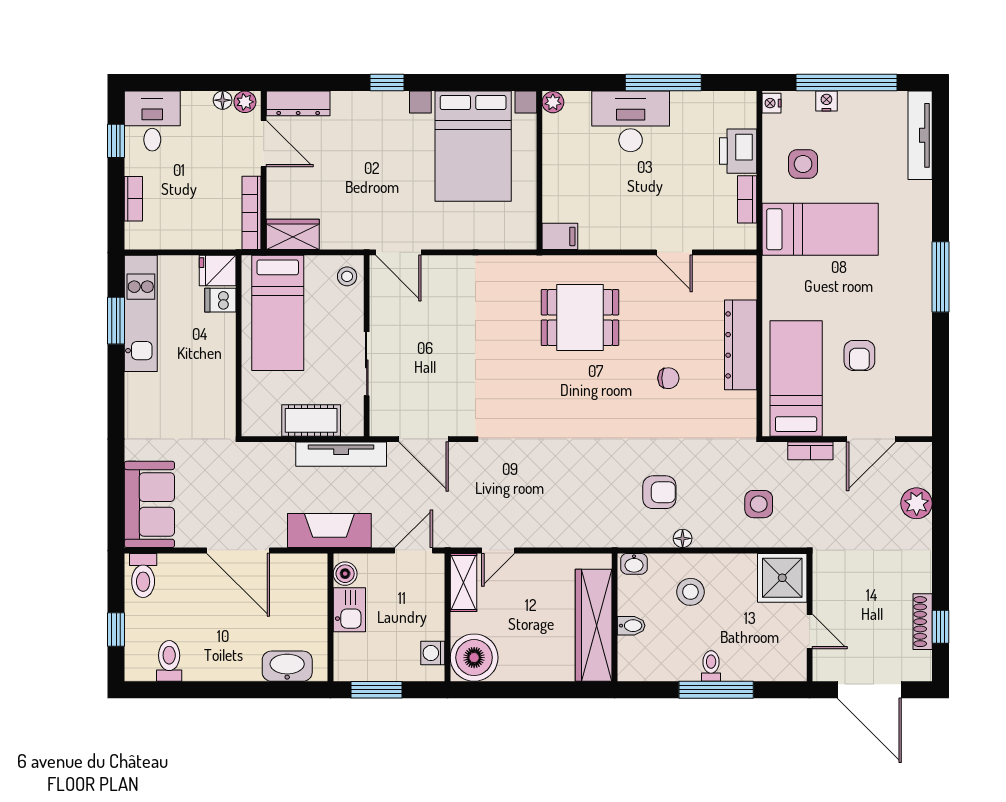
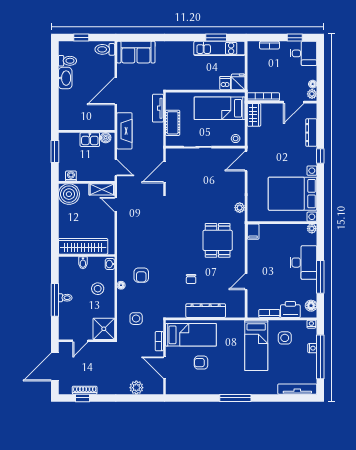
dresser: (298, 103) -> (311, 133), moved
floor lamp: (729, 104) -> (311, 306), added
plant: (505, 267) -> (240, 208), added
tv unit: (341, 454) -> (158, 108), moved, width x0.71
washbasin: (287, 666) -> (65, 78), moved

